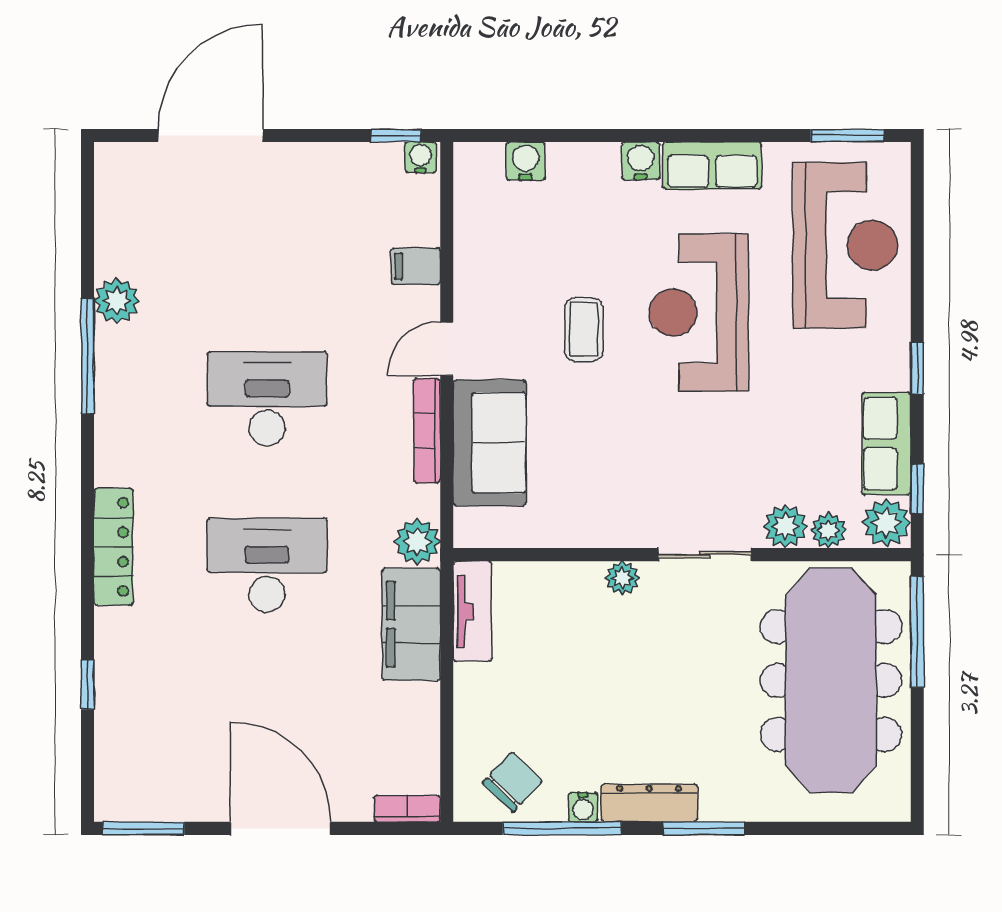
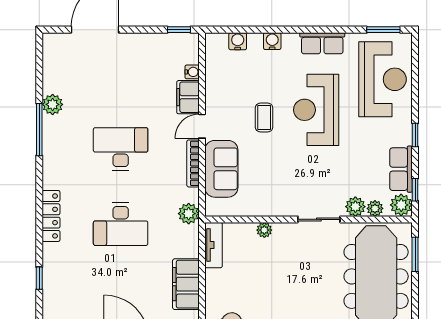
water cooler: (421, 157) -> (192, 72), moved, turned 90
water cooler: (641, 161) -> (272, 41), moved
filing cabinet: (416, 266) -> (188, 97), width x2.00
desk: (267, 565) -> (121, 224), turned 180
plant: (622, 578) -> (264, 230), moved
filing cabinet: (411, 624) -> (186, 284), moved
window: (917, 632) -> (415, 254), width x0.69

